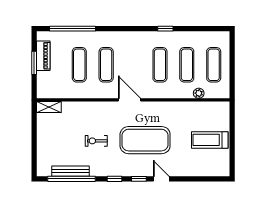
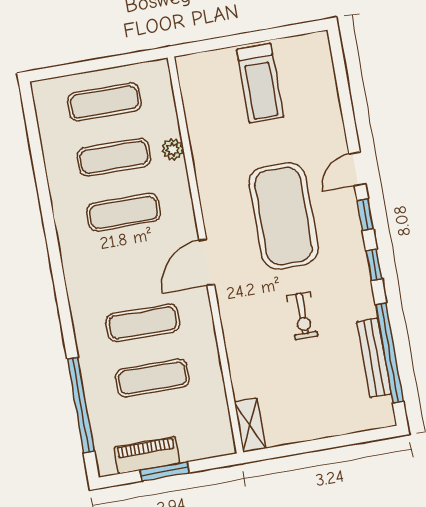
window: (165, 29) -> (47, 214), removed
plant: (199, 93) -> (173, 149), moved

